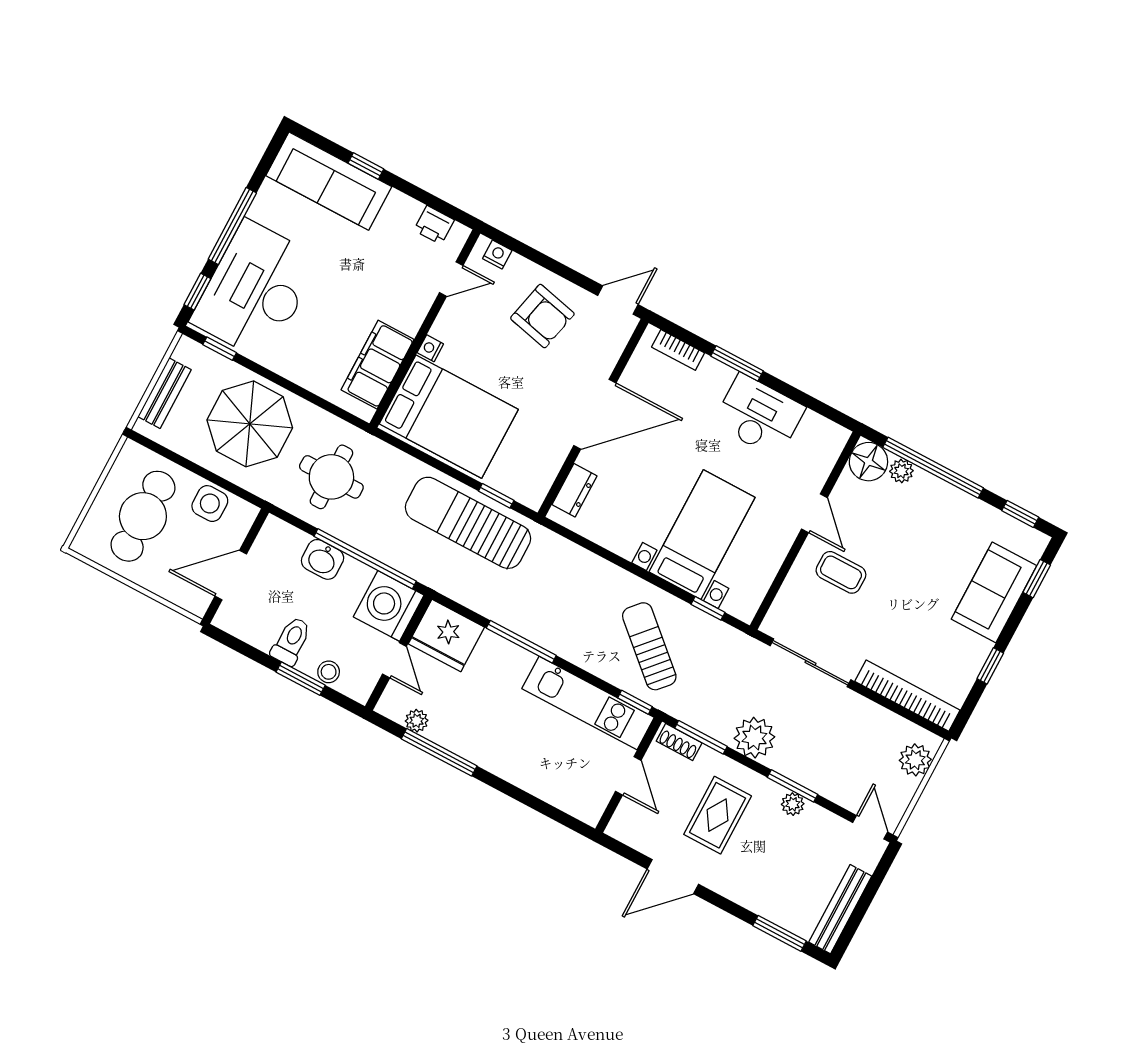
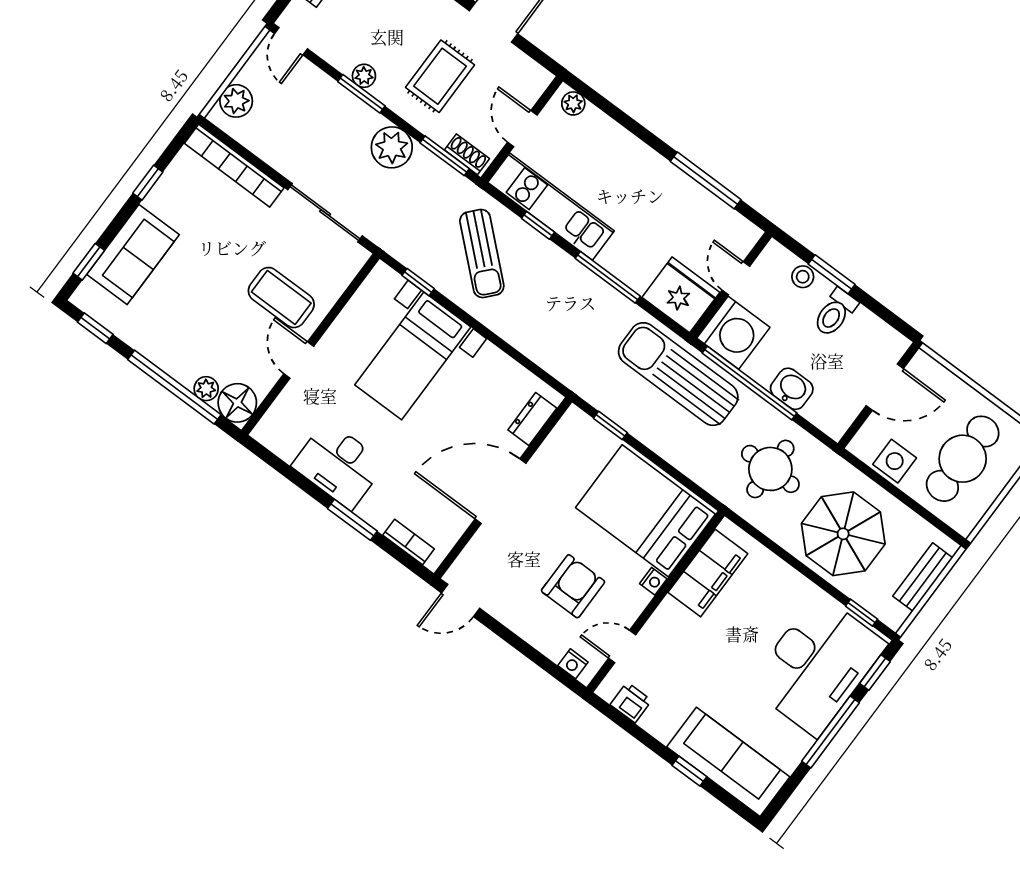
armchair: (542, 316) -> (573, 586), moved, turned 77
sun lounger: (468, 523) -> (678, 374), moved, turned 180
coffee table: (841, 572) -> (281, 298), width x1.36, depth x1.30
window: (635, 702) -> (538, 225), moved
plant: (417, 721) -> (573, 103), moved

